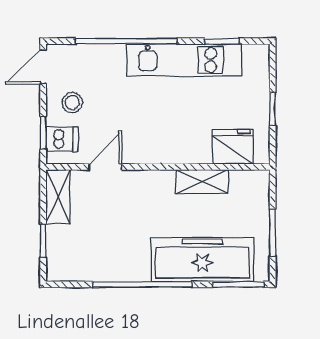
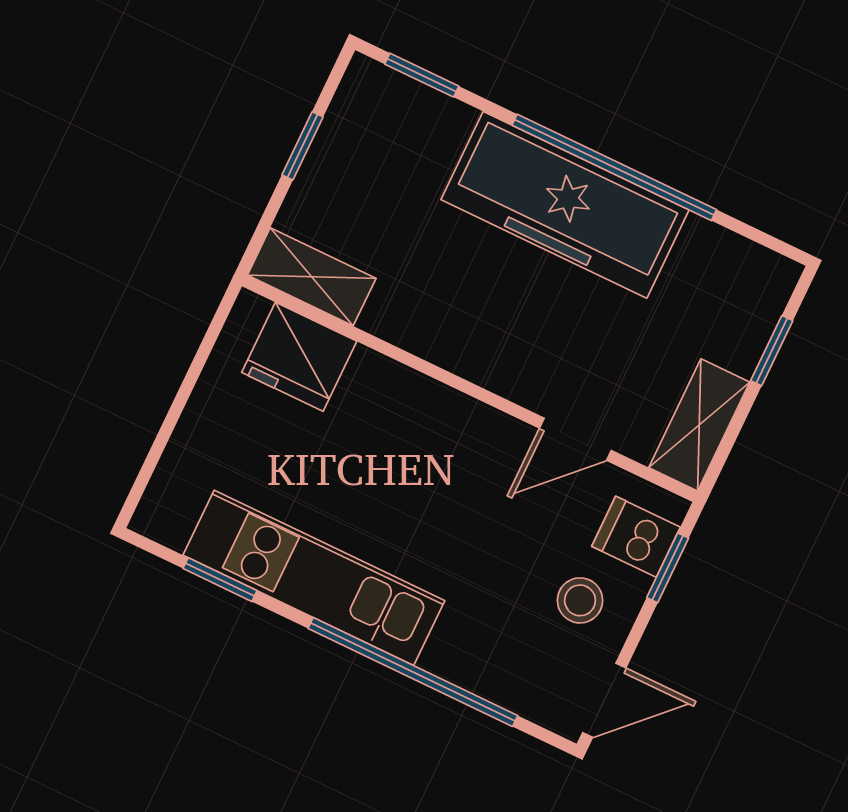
window: (273, 109) -> (183, 395), removed
shelving: (202, 181) -> (312, 277), moved
window: (273, 233) -> (302, 146), width x0.67
freezer: (202, 260) -> (565, 205), moved
window: (238, 284) -> (422, 75), width x0.67

